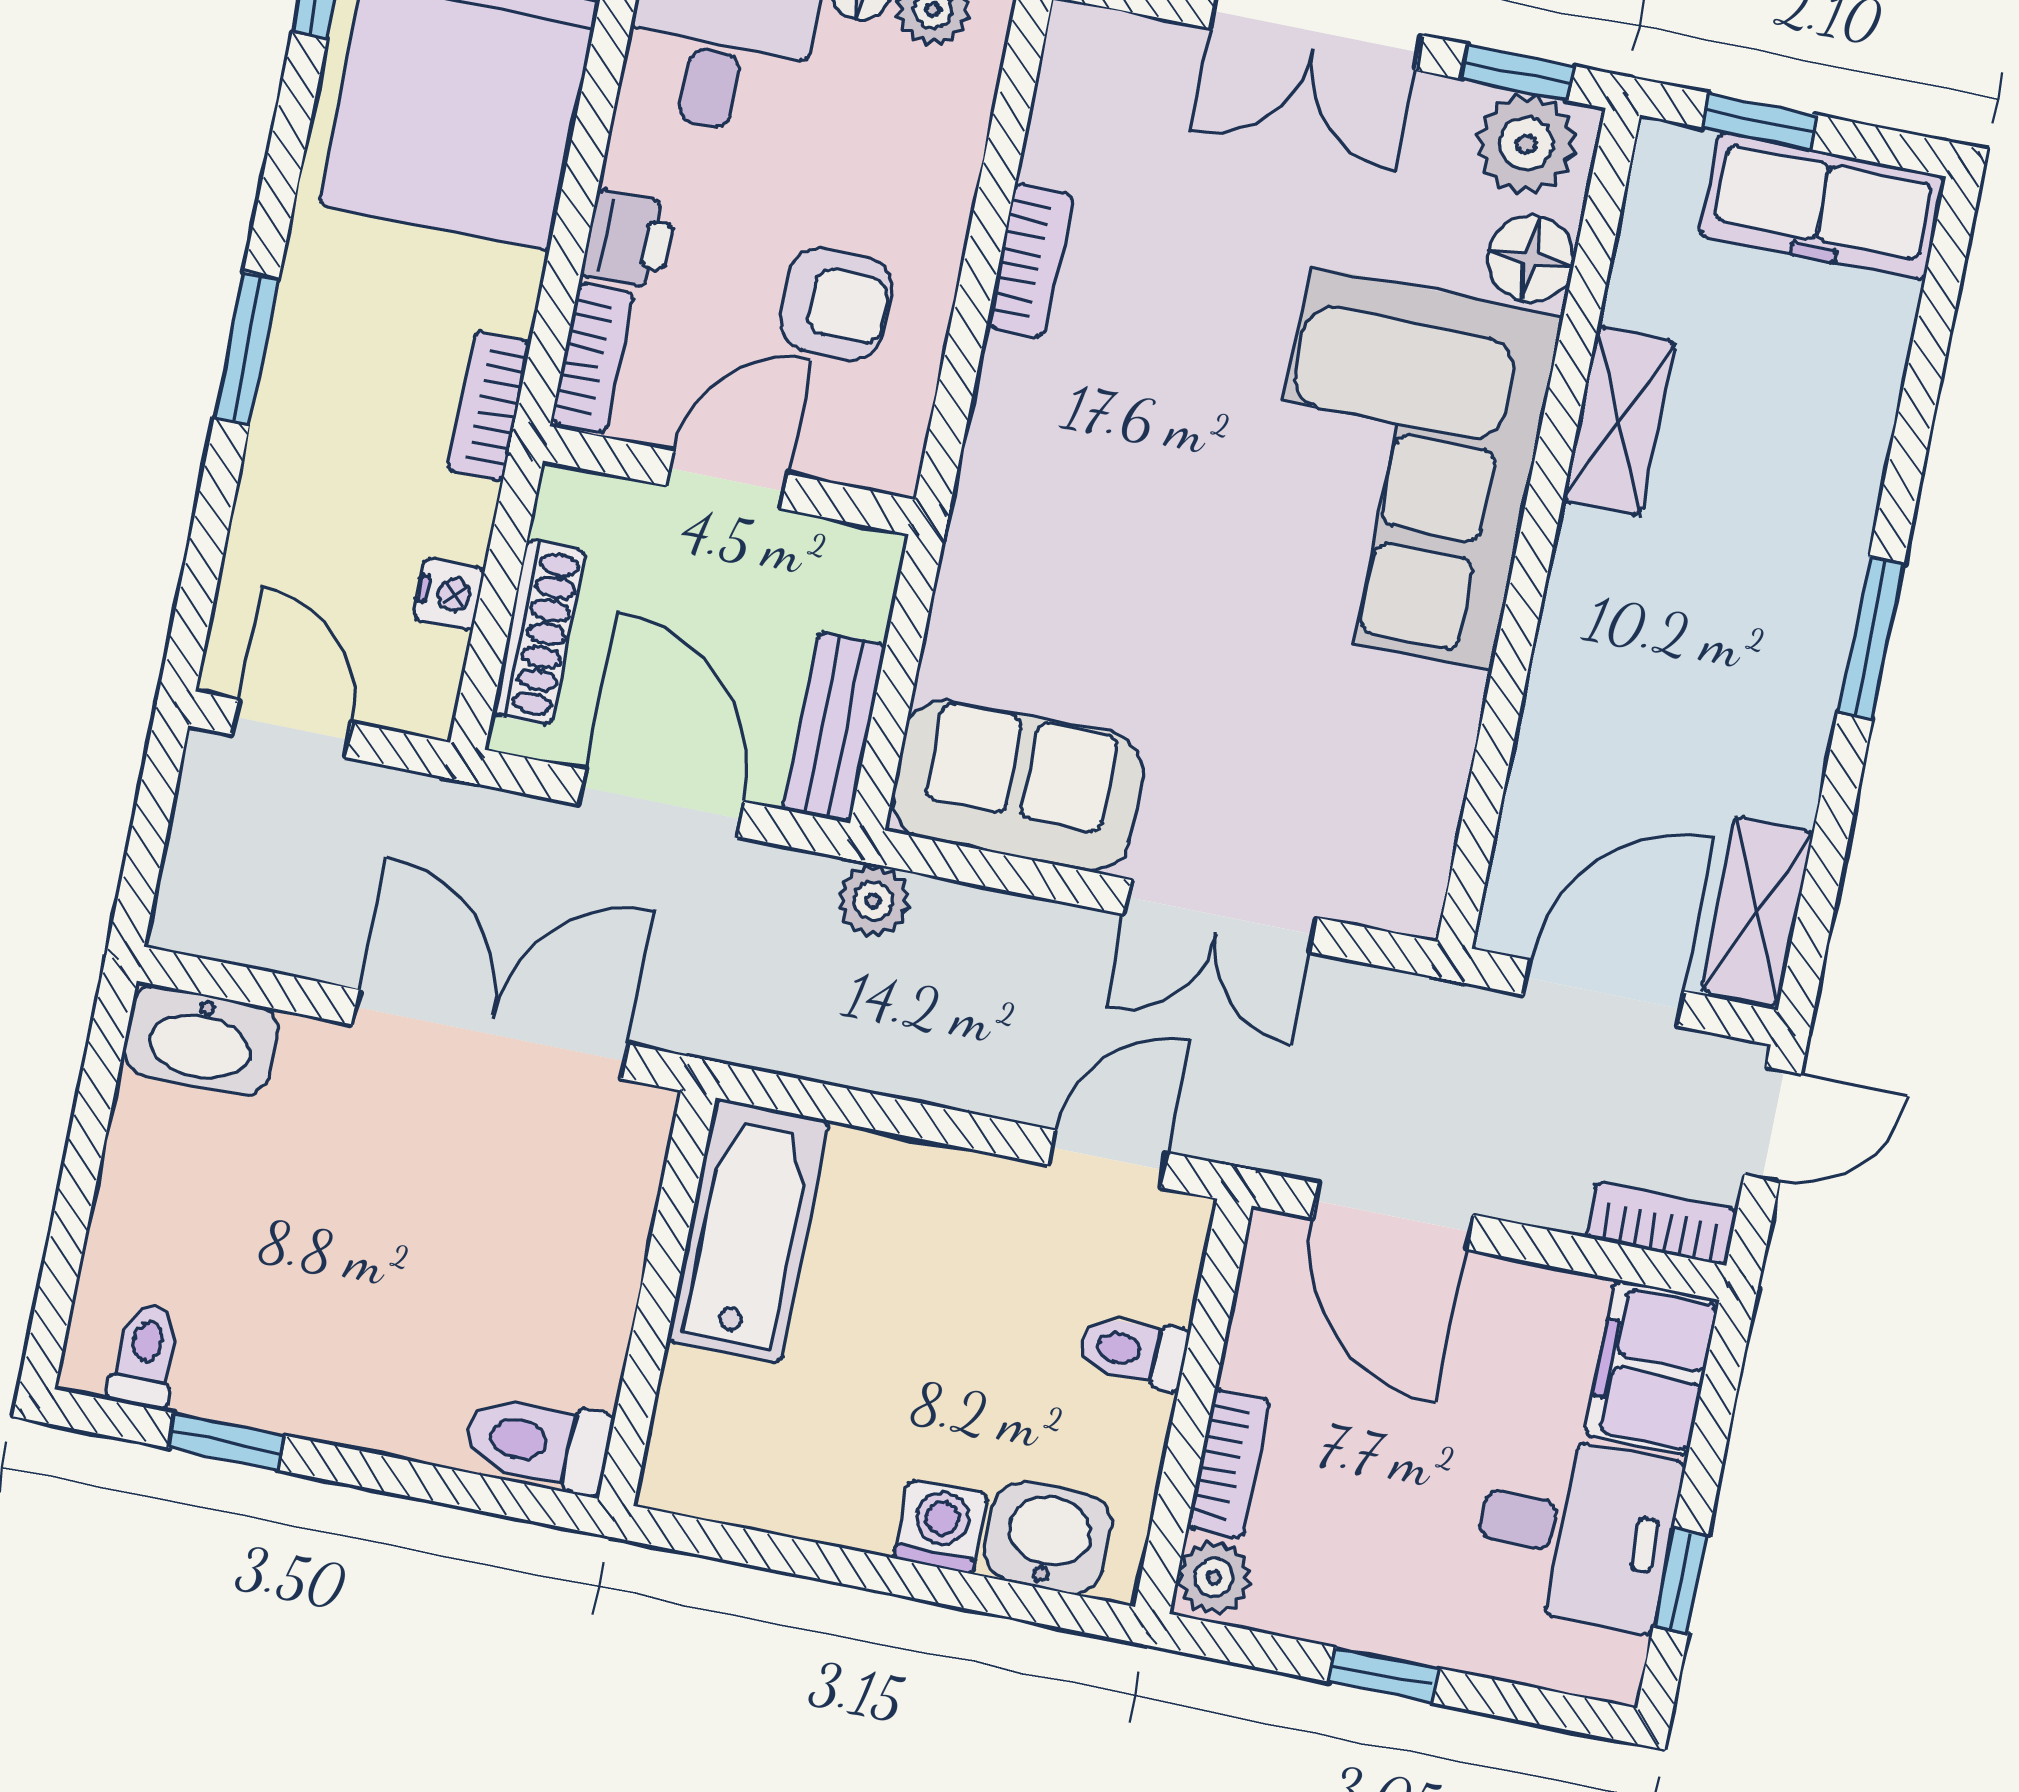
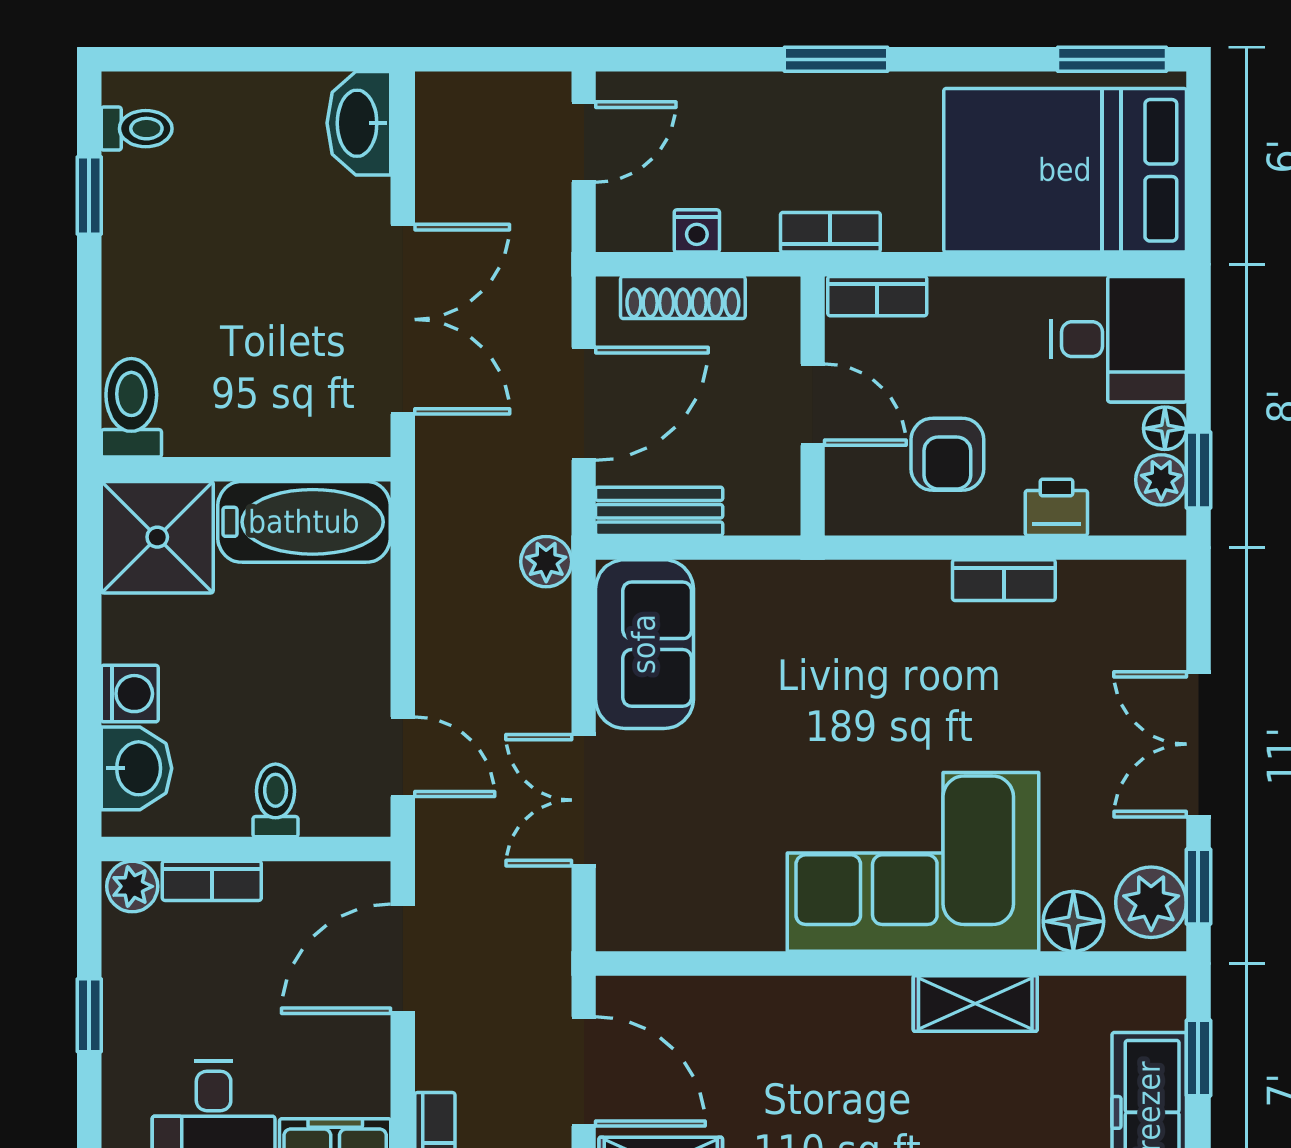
printer: (629, 240) -> (1056, 507), moved, turned 180
shower: (728, 1443) -> (157, 537), added

